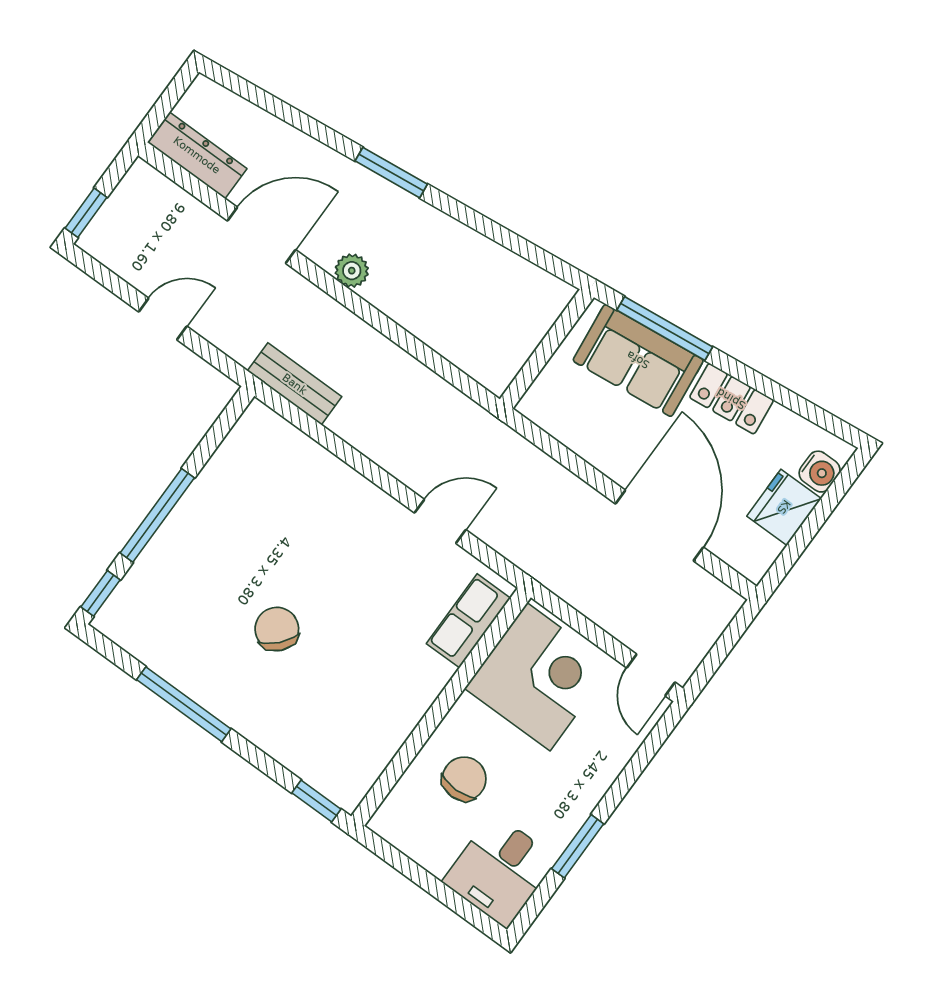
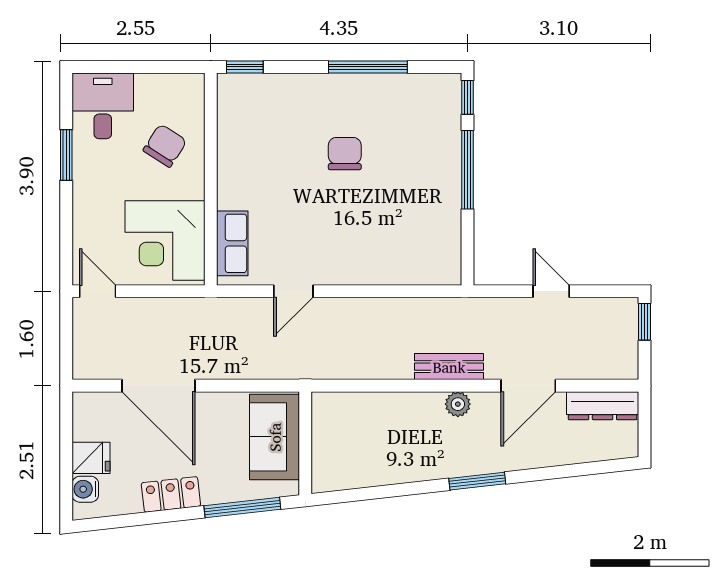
door: (163, 319) -> (551, 291), swing flipped
sofa: (638, 360) -> (275, 437), moved, turned -84
bench: (295, 384) -> (449, 367), moved
fridge: (784, 507) -> (91, 458), width x0.72
chair: (277, 629) -> (345, 154), turned -132
chair: (464, 779) -> (165, 146), turned -147

